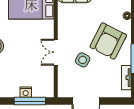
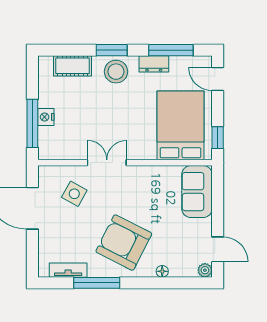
side table: (83, 60) -> (74, 194), moved

